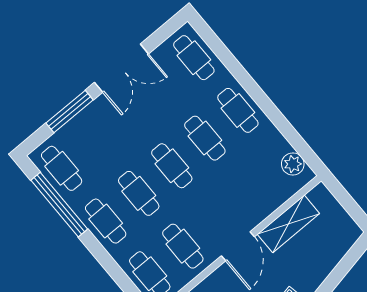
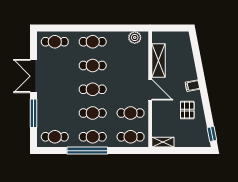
double door: (121, 68) -> (34, 76), swing flipped
window: (59, 205) -> (87, 151), moved

